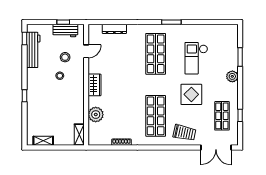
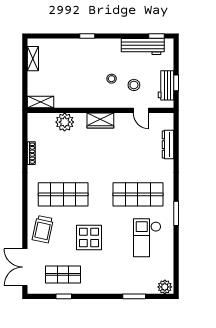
checkout: (196, 58) -> (147, 238), moved, turned -90
plant: (232, 76) -> (165, 287), moved

